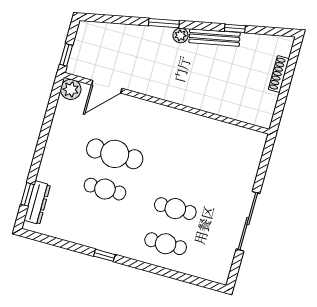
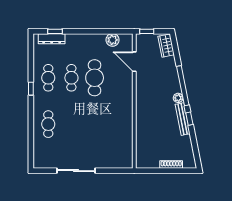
window: (164, 23) -> (183, 86), width x2.11
window: (235, 28) -> (189, 119), moved
wardrobe: (96, 31) -> (166, 46), added
plant: (71, 89) -> (113, 40), moved
cafe table: (175, 209) -> (48, 78), moved

